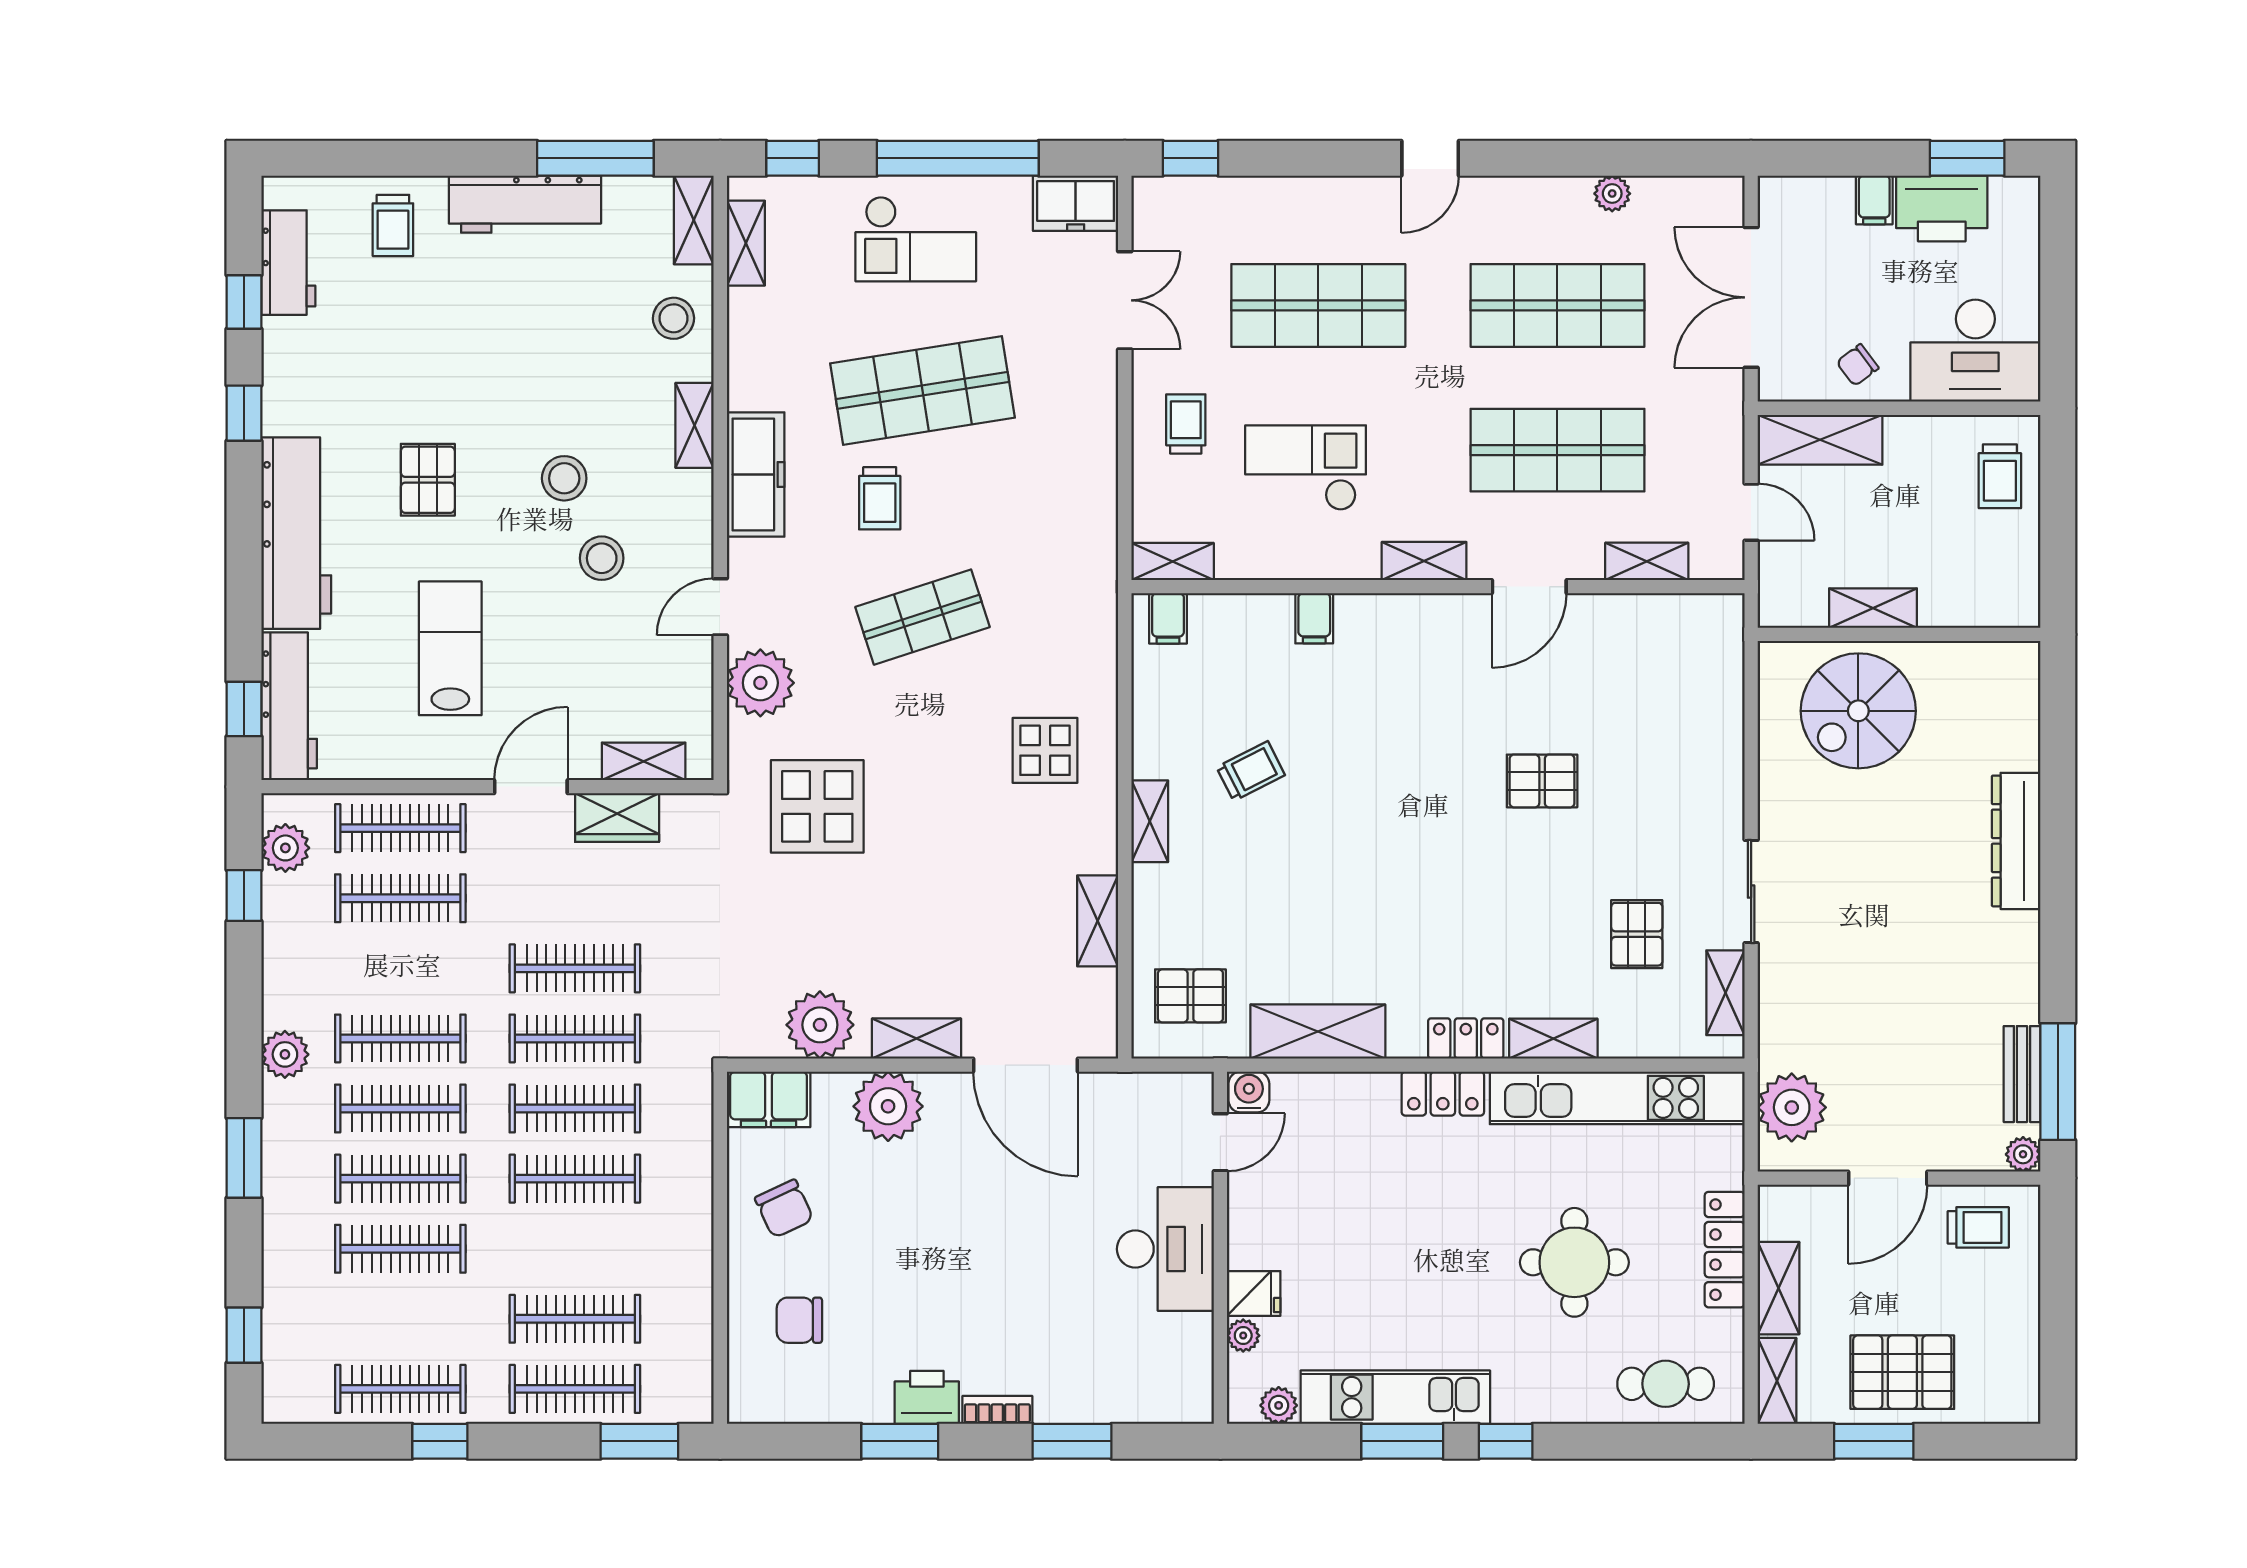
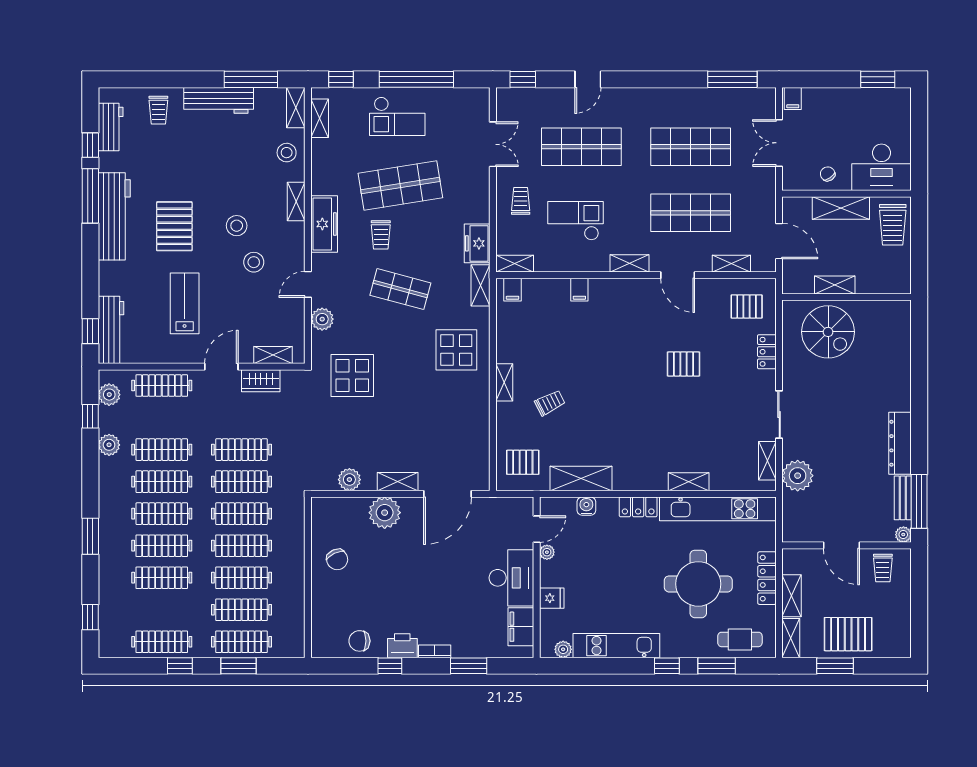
door: (1430, 158) -> (588, 79), moved
window: (1649, 158) -> (732, 79), added
plant: (1612, 194) -> (716, 96), removed
filing cabinet: (1874, 200) -> (793, 98), moved
freezer: (1076, 203) -> (477, 243), moved, turned 90
printer: (1942, 208) -> (866, 102), removed
double door: (1751, 297) -> (779, 143), width x0.73
chair: (1858, 365) -> (828, 174), turned 93
window: (244, 413) -> (90, 196), width x2.17
shelving: (1820, 440) -> (841, 208), moved
trolley: (2000, 476) -> (893, 225), width x1.36, depth x1.39
pallet: (428, 480) -> (174, 226), width x1.50, depth x1.42
door: (1751, 512) -> (779, 241), width x1.38
workbench: (296, 533) -> (114, 216), moved
door: (1529, 587) -> (678, 275), hinge flipped
shop shelf: (923, 617) -> (400, 289), turned 33
plant: (760, 683) -> (322, 319), width x0.73, depth x0.73
spiral stairs: (1858, 711) -> (828, 332), turned -90
display table: (1045, 750) -> (456, 350), width x1.36, depth x1.36
trolley: (1251, 771) -> (550, 403), moved
dresser: (2016, 841) -> (900, 443), moved
clothes rail: (400, 898) -> (162, 450), moved
shelving: (1098, 921) -> (480, 285), moved
pallet: (1637, 934) -> (747, 306), moved, turned 90
plant: (820, 1025) -> (349, 480), width x0.73, depth x0.73
locker: (1466, 1038) -> (767, 352), moved, turned -90
plant: (285, 1054) -> (109, 445), moved
door: (1026, 1065) -> (447, 494), hinge flipped
water cooler: (1249, 1092) -> (586, 506), moved
filing cabinet: (769, 1099) -> (521, 627), moved, turned 90
plant: (1792, 1107) -> (798, 476), moved
door: (1888, 1178) -> (841, 545), hinge flipped
trolley: (1978, 1227) -> (883, 568), turned 90
clothes rail: (575, 1249) -> (241, 578), added
round table: (1574, 1262) -> (698, 584), width x1.36, depth x1.36
chair: (799, 1320) -> (359, 641), moved
plant: (1243, 1336) -> (547, 552), moved
window: (639, 1441) -> (239, 666), moved
window: (900, 1441) -> (390, 666), width x0.67
window: (1402, 1441) -> (717, 666), moved

